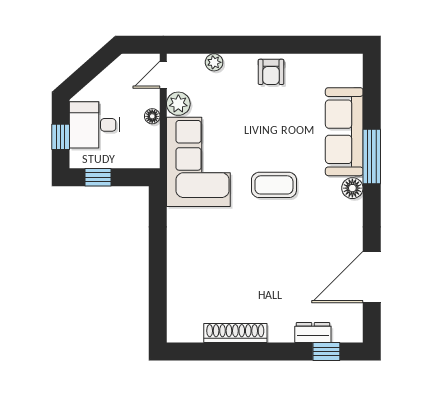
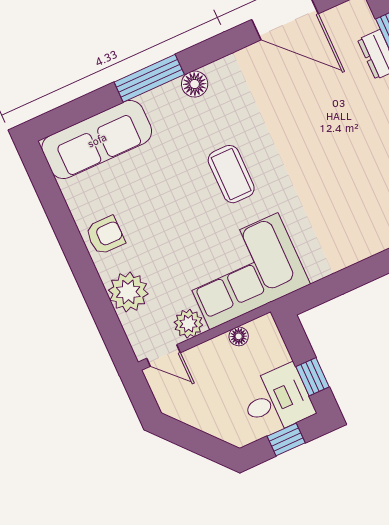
plant: (214, 62) -> (128, 292), width x1.87, depth x1.87
floor lamp: (152, 116) -> (239, 336), moved
desk: (95, 125) -> (277, 400), moved, turned -90
sofa: (344, 132) -> (97, 140), moved

